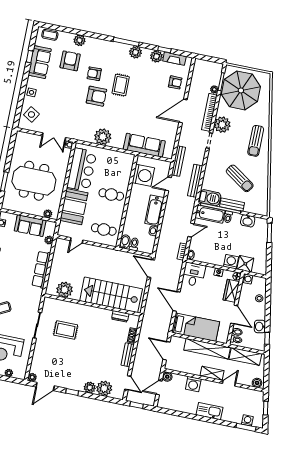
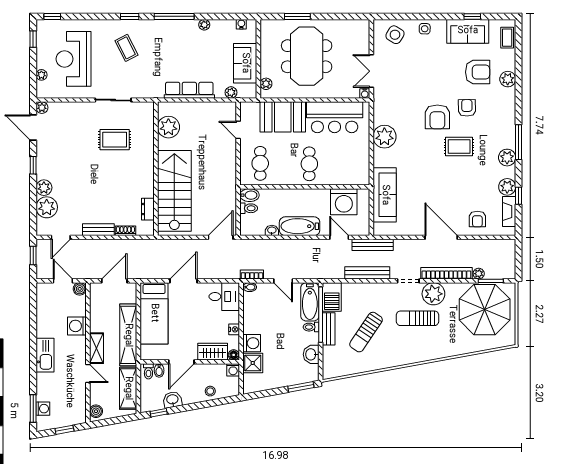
sun lounger: (256, 141) -> (418, 318), moved
bench: (195, 181) -> (367, 273), moved
rug: (66, 330) -> (115, 140), turned 90

